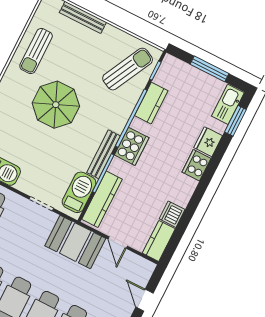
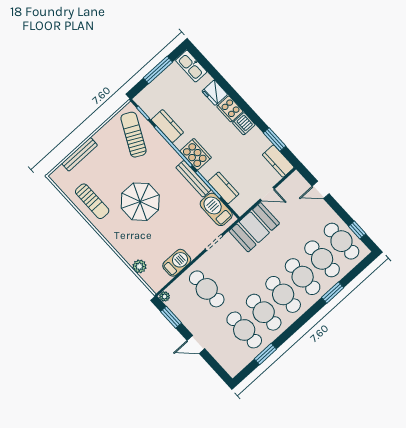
window: (235, 121) -> (274, 139), moved
kitchen counter: (102, 199) -> (223, 188), width x0.67
dishwasher: (172, 214) -> (244, 124), moved

